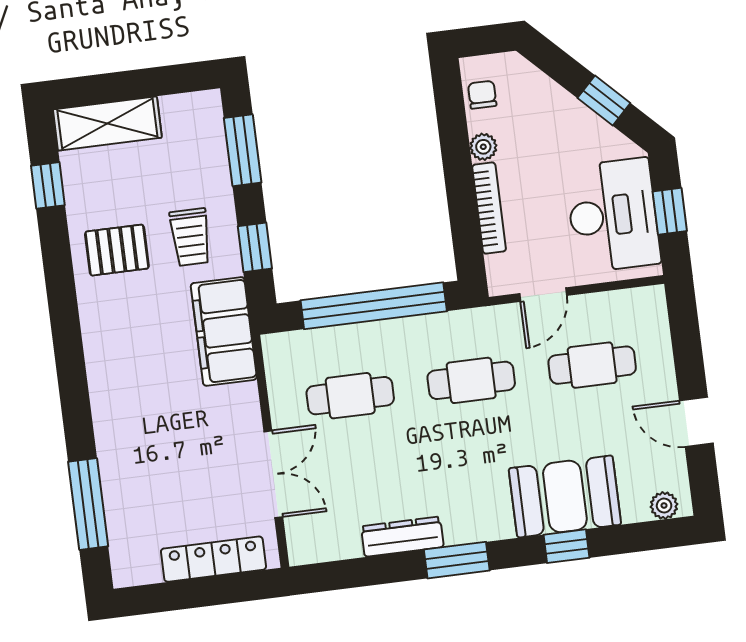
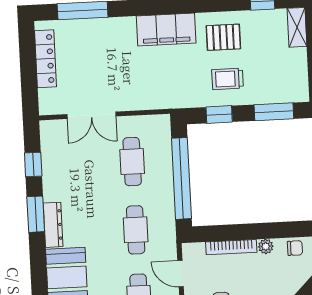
shelving: (107, 123) -> (297, 27), width x0.67, depth x0.75
pallet: (117, 250) -> (223, 37), turned 90
filing cabinet: (224, 331) -> (166, 29), moved, turned 180
dresser: (402, 537) -> (53, 225), moved
window: (567, 546) -> (33, 164), moved
locker: (213, 559) -> (45, 59), moved

